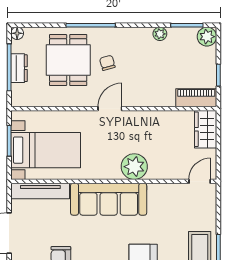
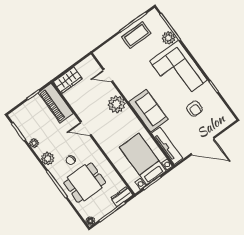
plant: (207, 37) -> (48, 159), moved
dresser: (19, 68) -> (122, 197), moved
piano: (196, 98) -> (56, 103), width x1.37, depth x1.33
door: (110, 109) -> (86, 128), moved
door: (200, 181) -> (108, 76), moved
sofa: (109, 199) -> (148, 111), width x0.73

